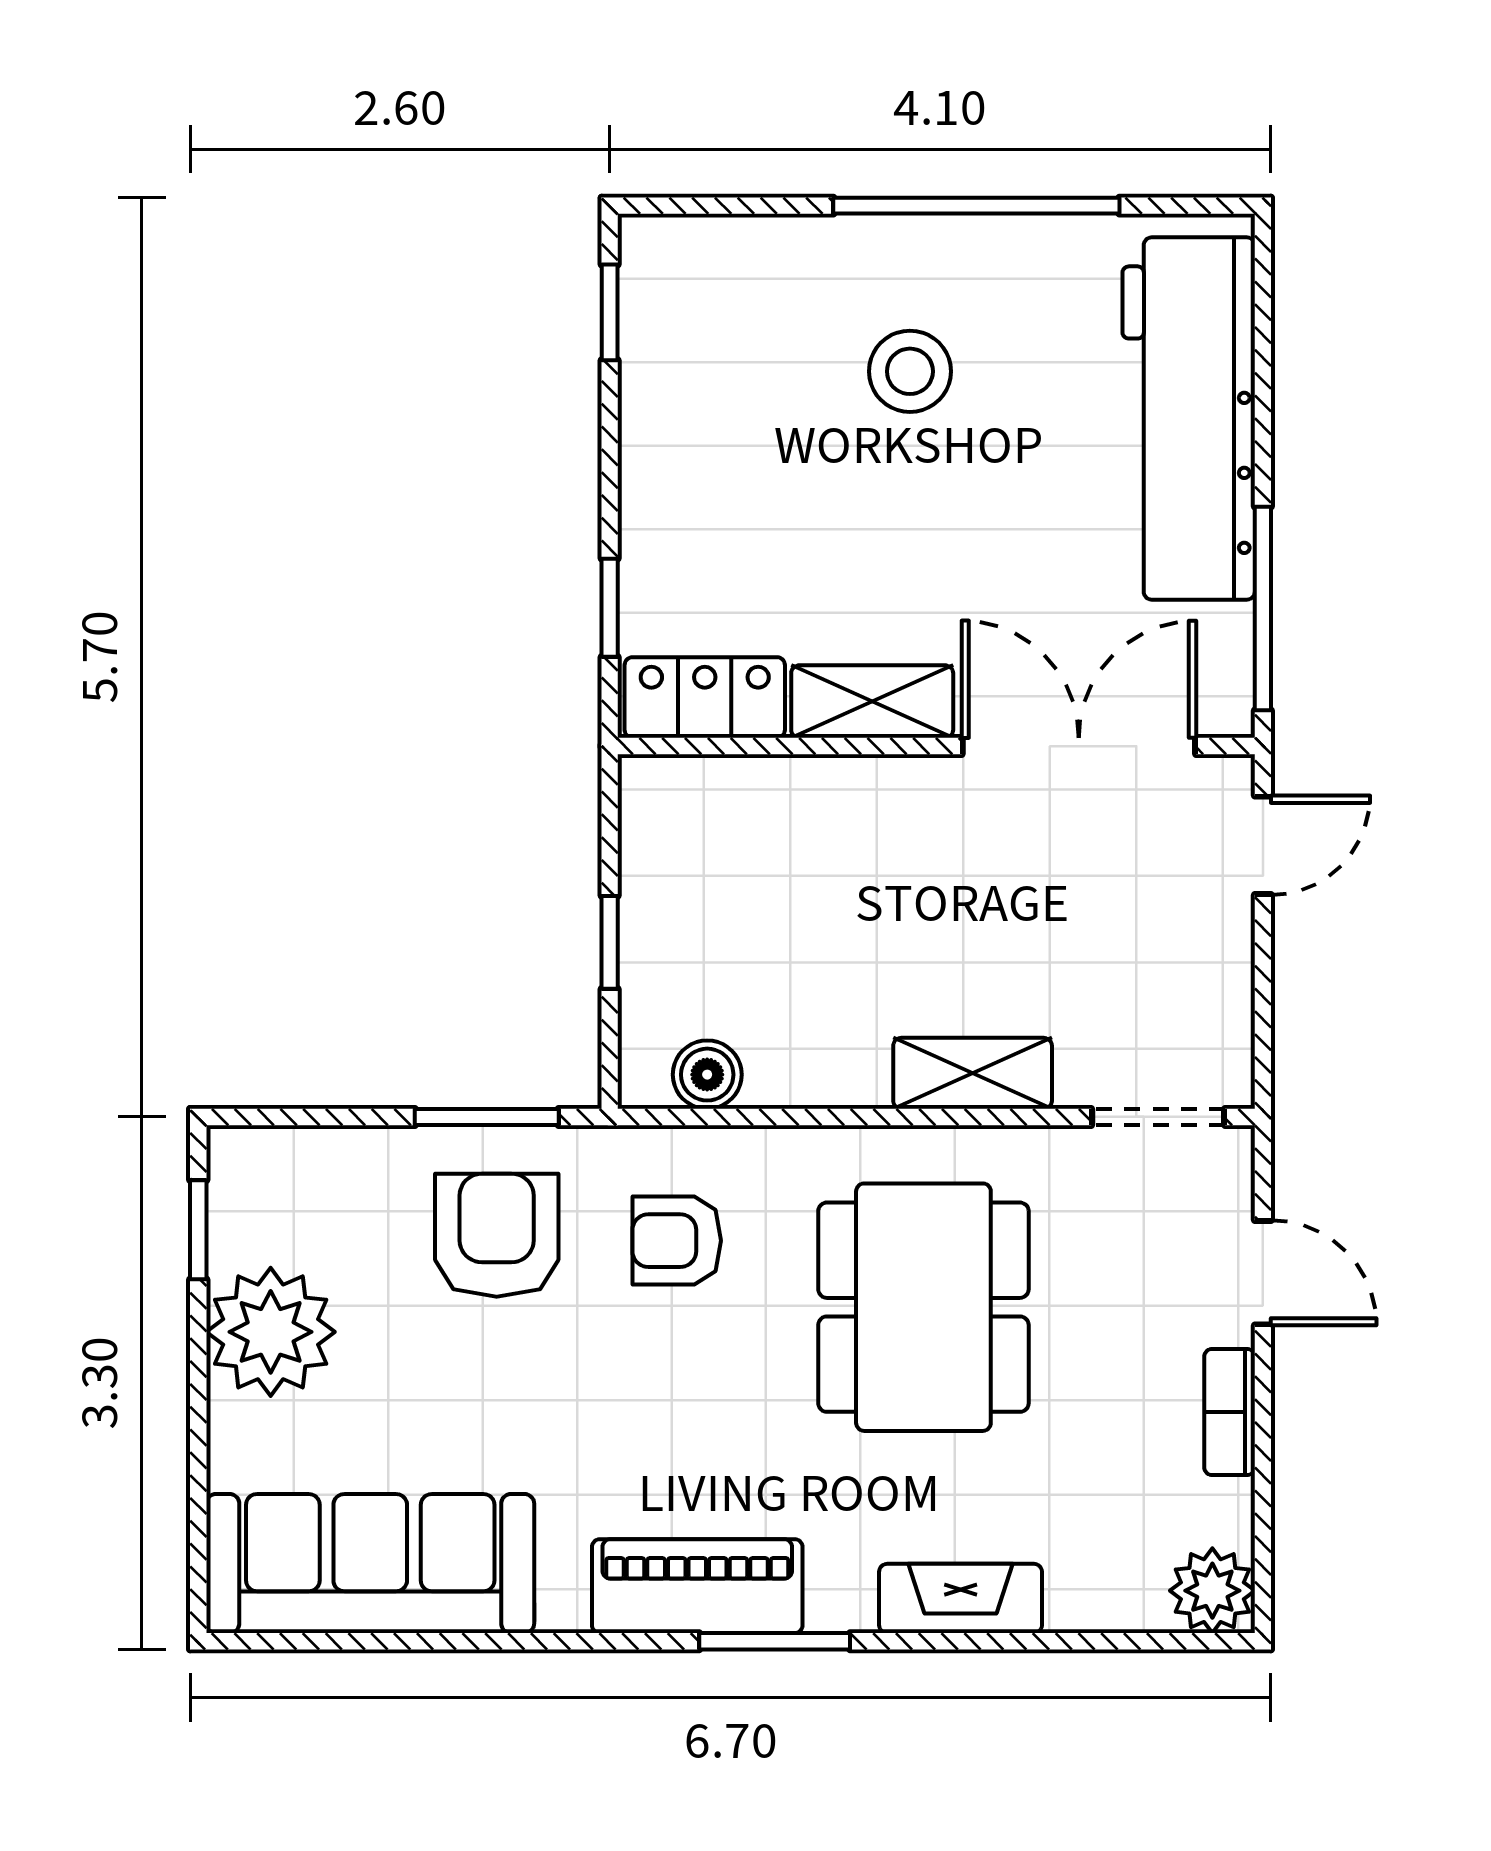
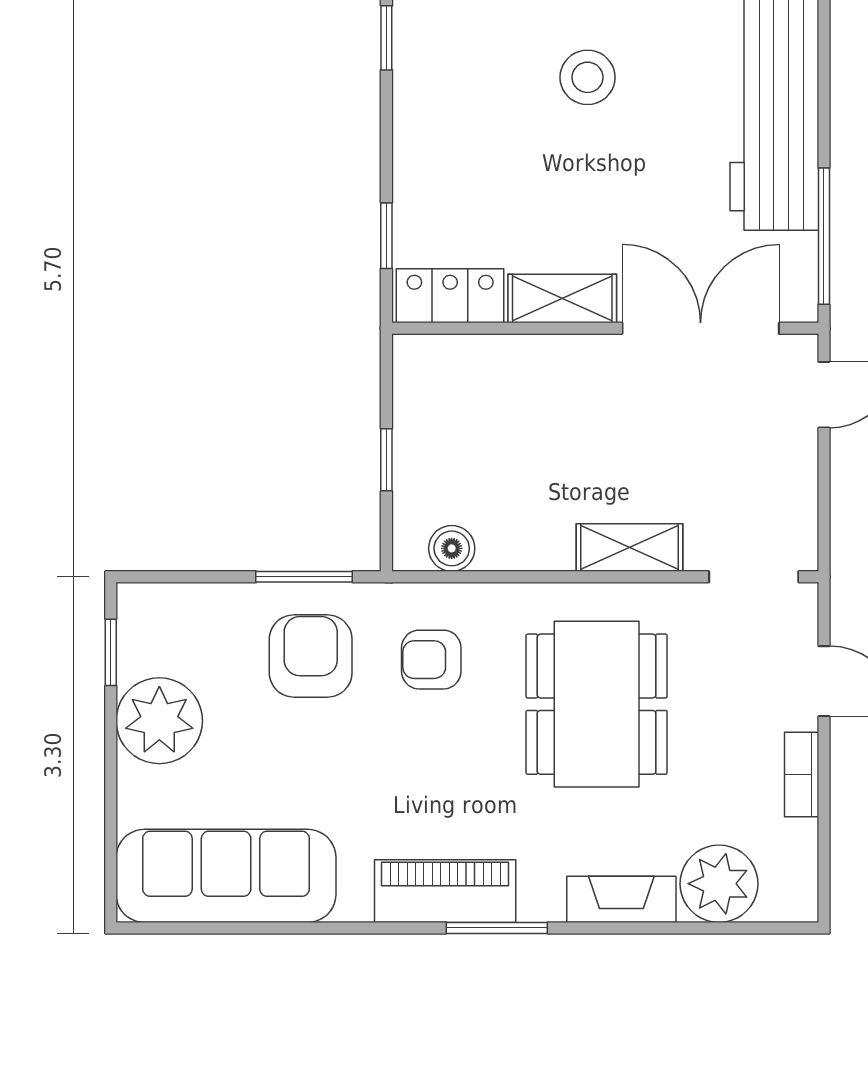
plant: (1212, 1591) -> (719, 884), moved, width x1.36, depth x1.36

